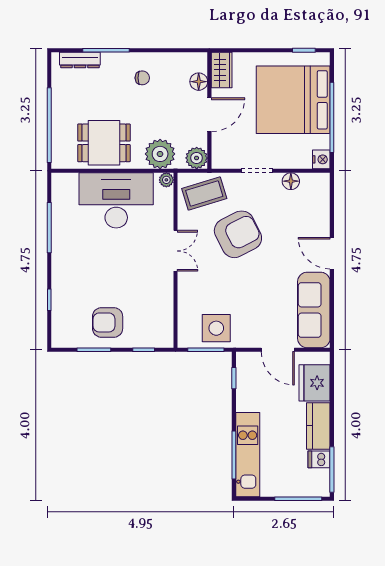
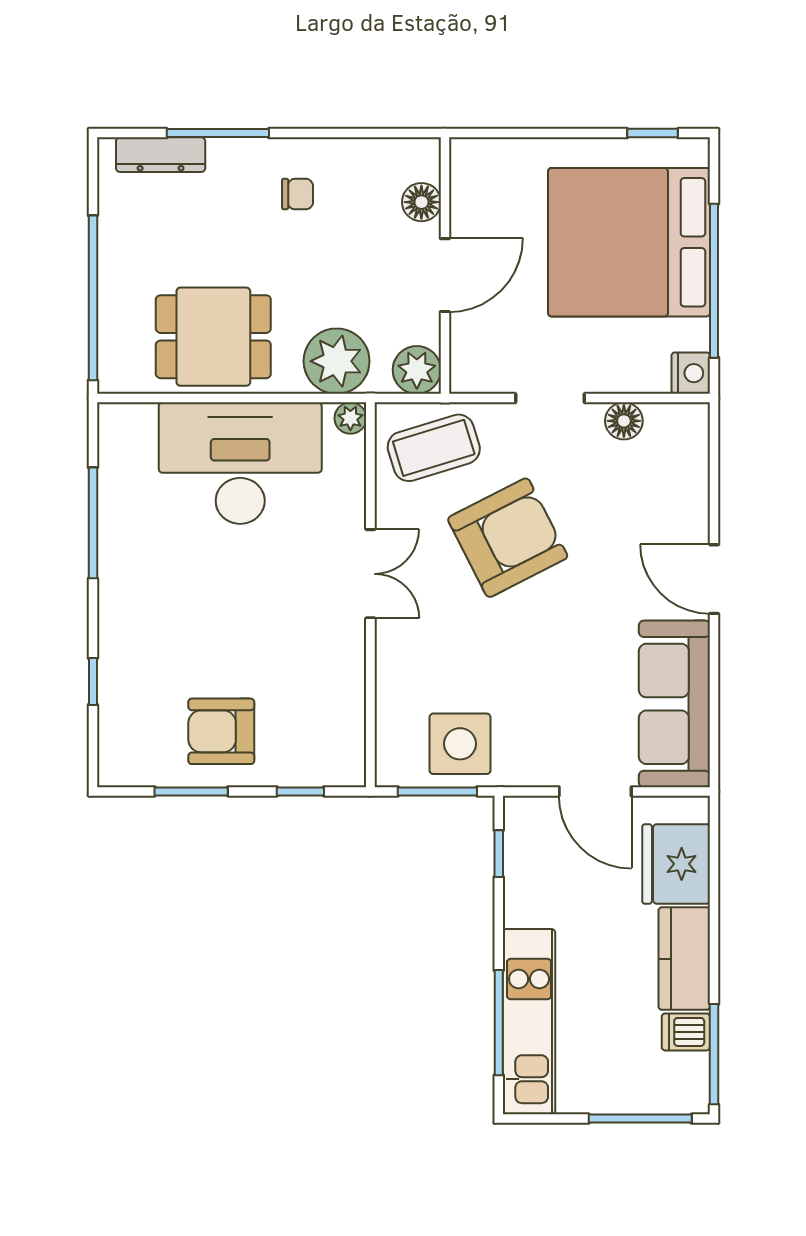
wardrobe: (222, 70) -> (472, 176), removed

